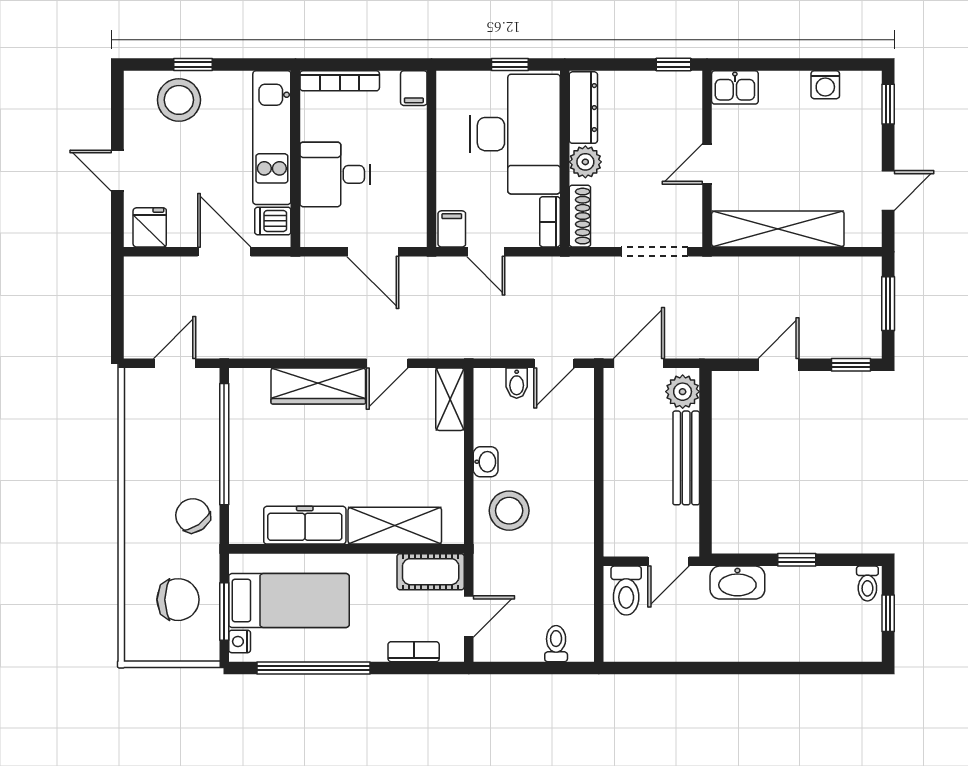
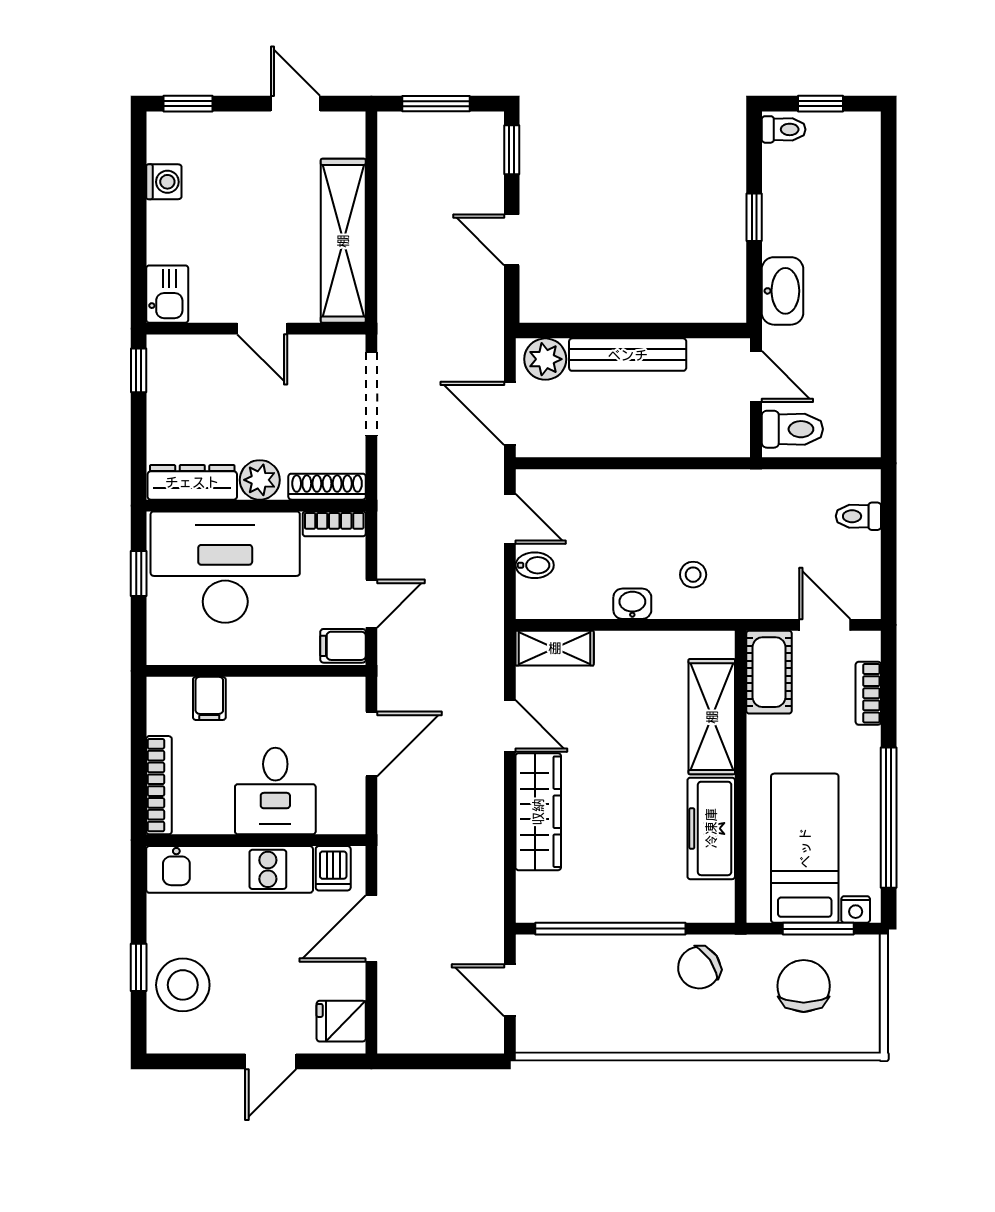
filing cabinet: (414, 88) -> (209, 698), moved, turned 90
stool: (509, 511) -> (693, 575), width x0.53, depth x0.53

